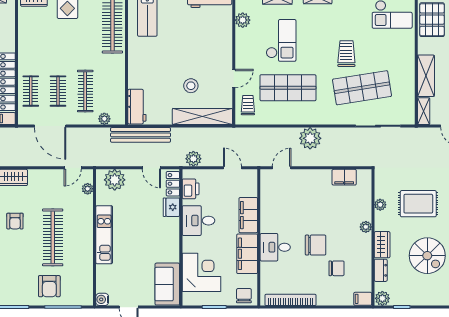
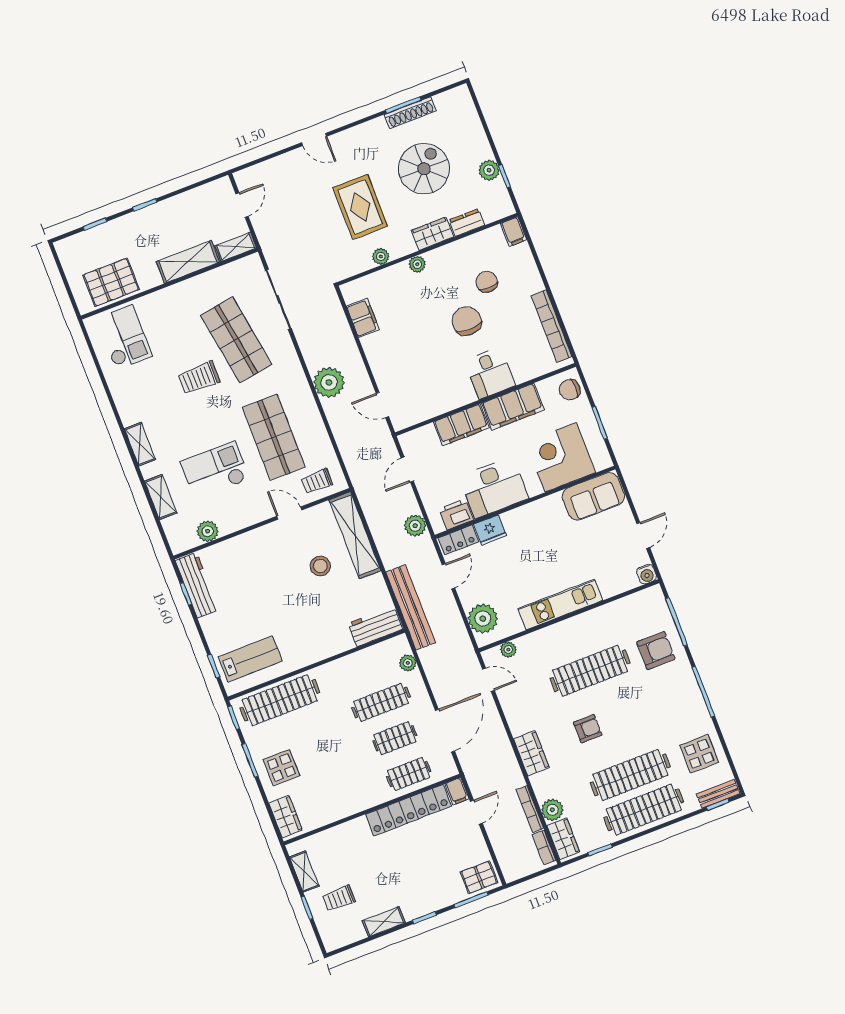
desk: (198, 221) -> (494, 488), width x1.37
plant: (382, 298) -> (489, 170), moved

